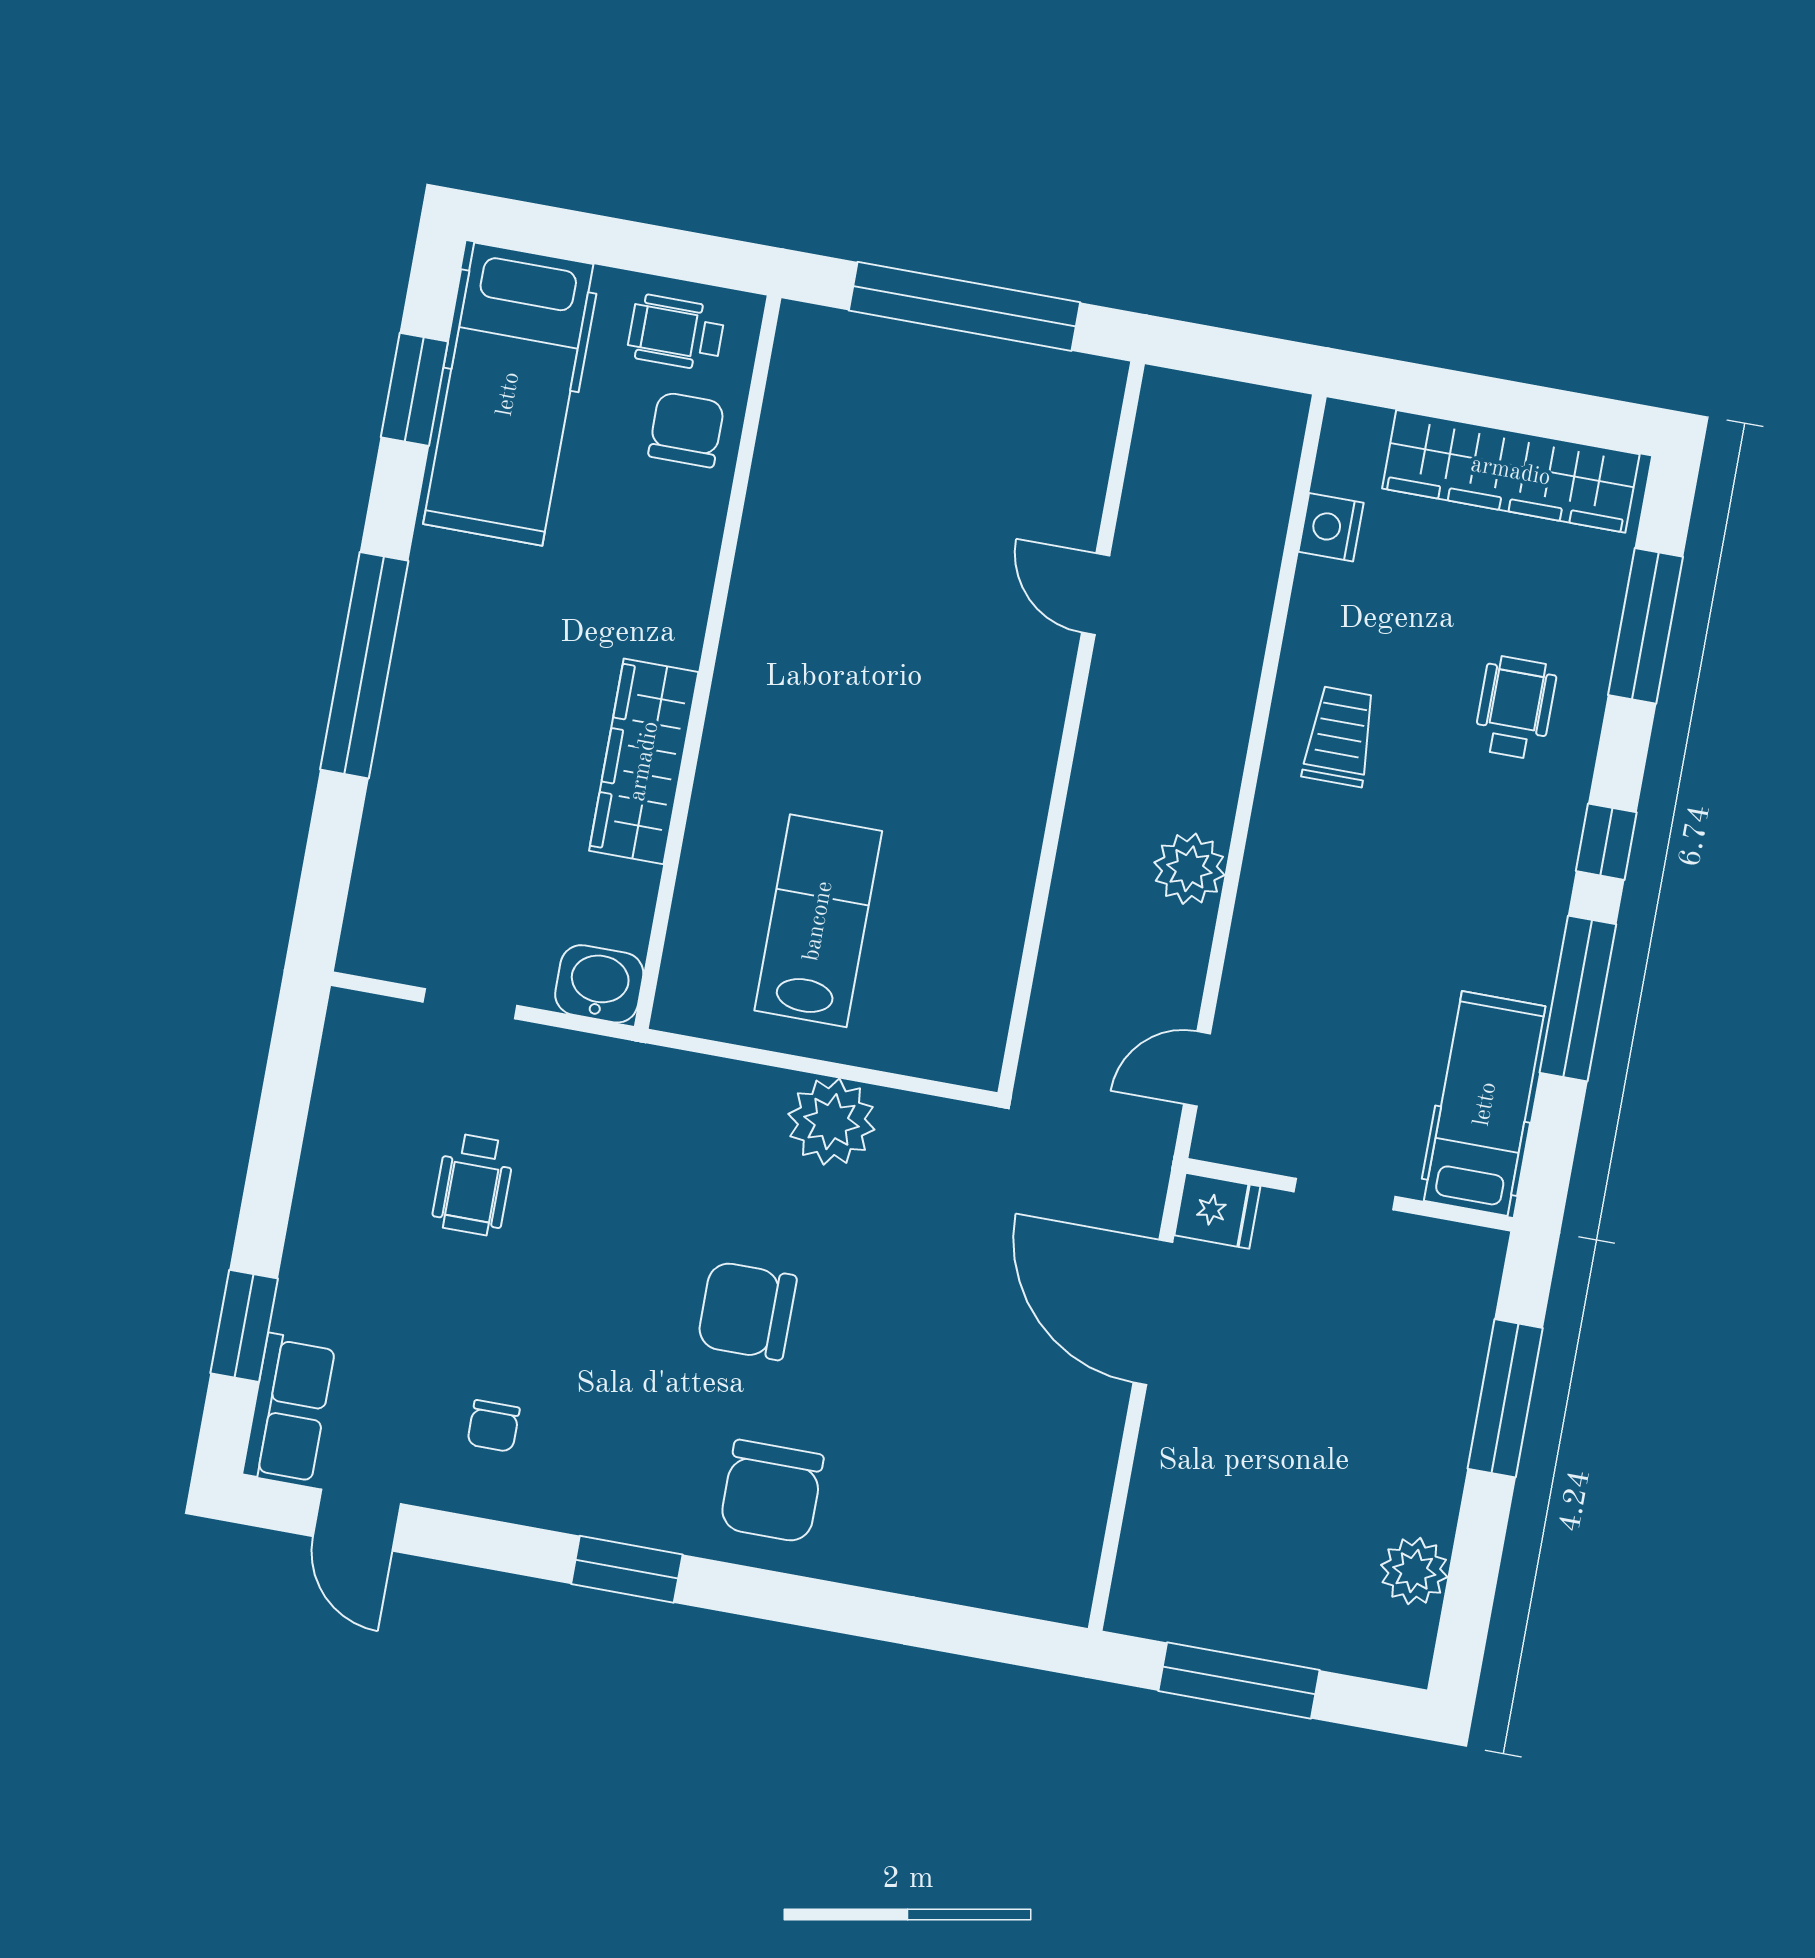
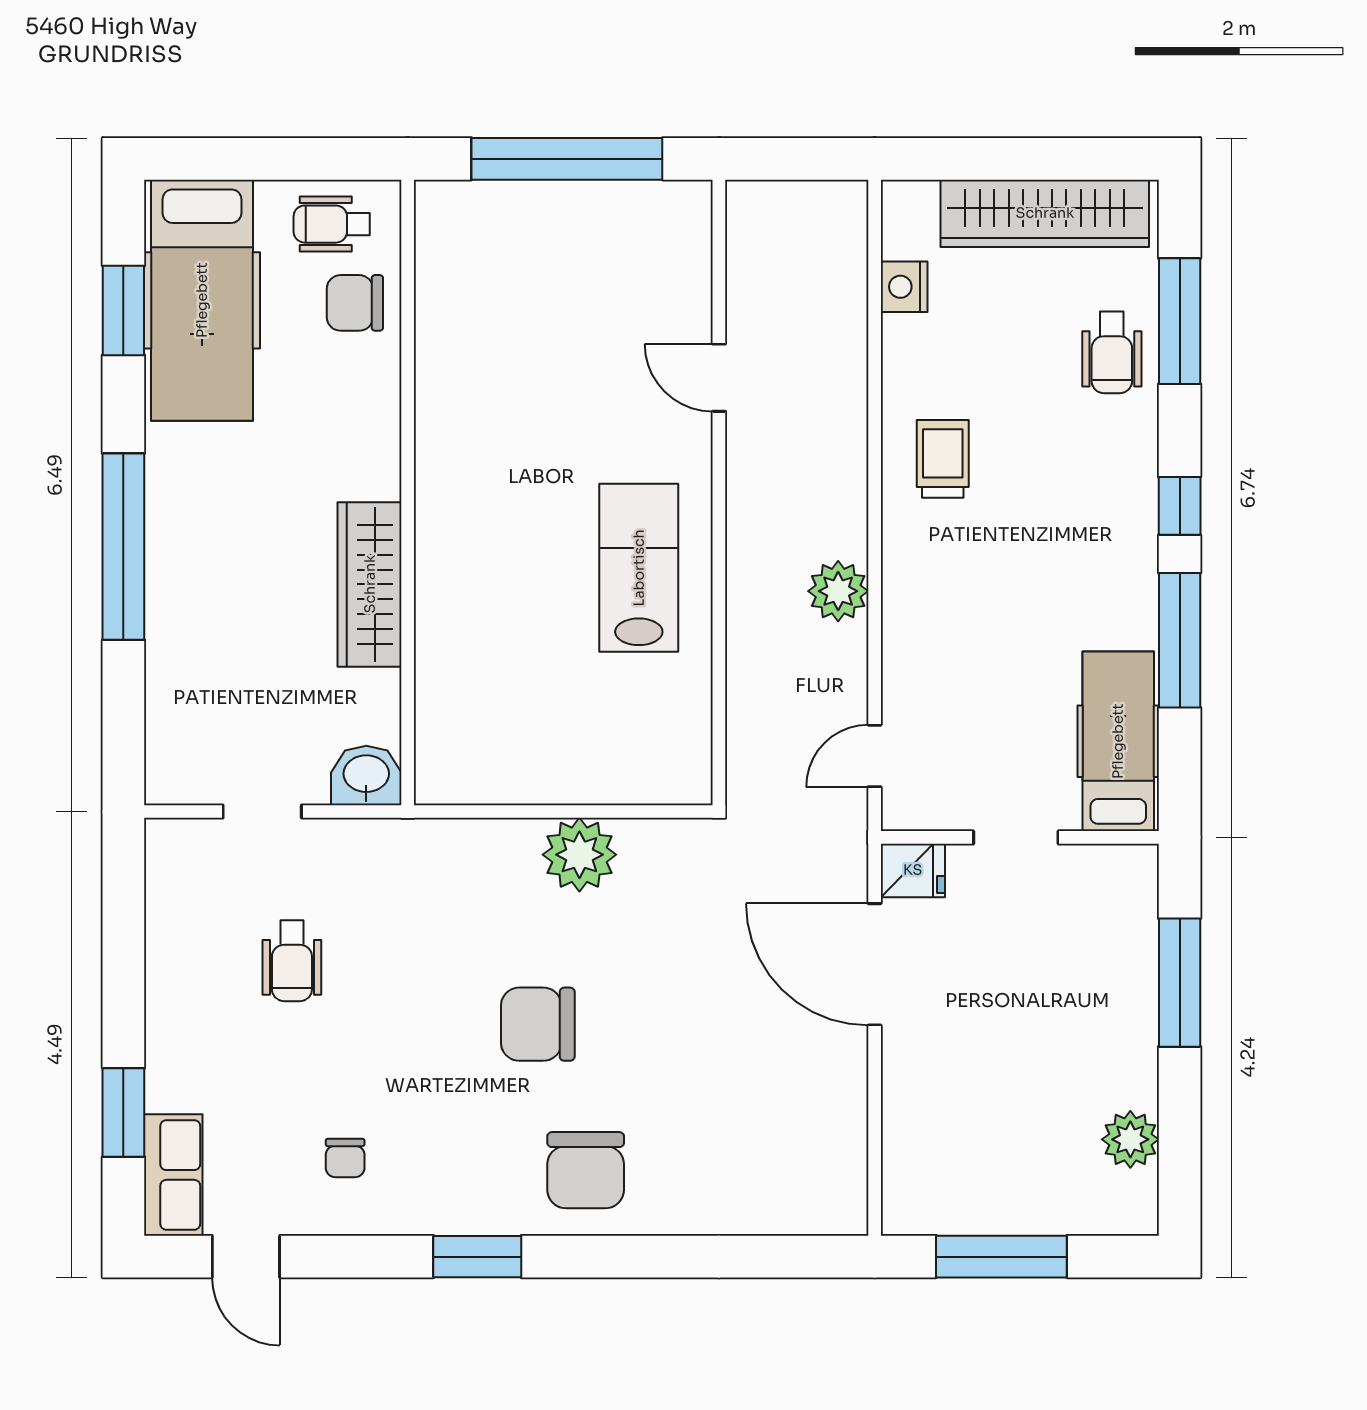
chair: (686, 430) -> (355, 303), turned -90
wheelchair: (1515, 707) -> (1112, 352), moved, turned 180
lab bench: (818, 921) -> (639, 568), moved

